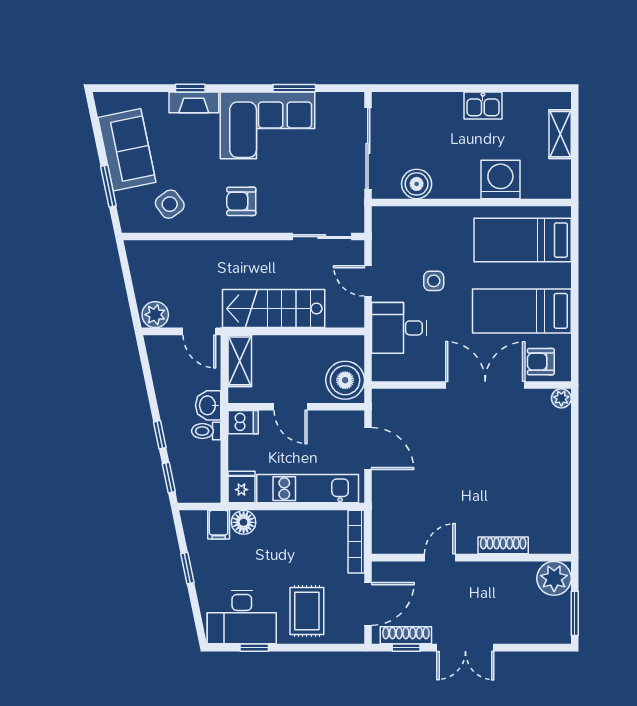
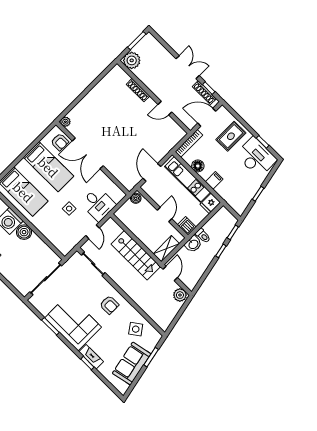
boiler: (417, 184) -> (24, 232), moved
boiler: (345, 380) -> (136, 198), width x0.54, depth x0.54
floor lamp: (244, 522) -> (198, 166), moved
filing cabinet: (219, 525) -> (214, 180), moved

